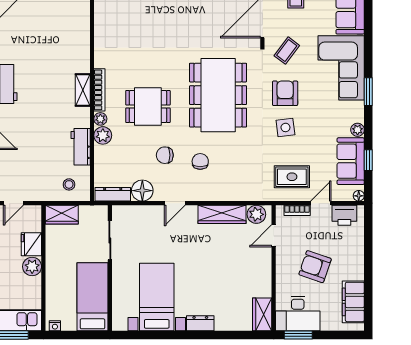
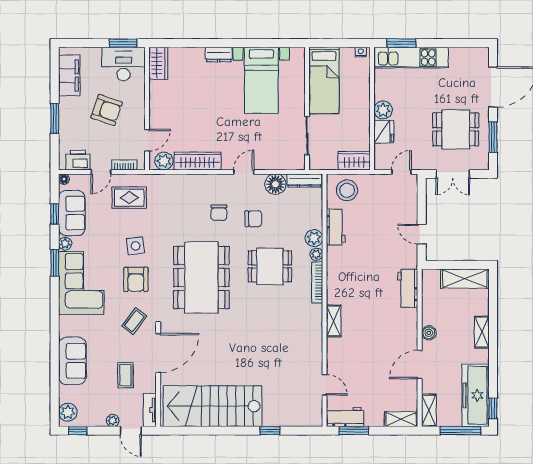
corner sofa: (341, 68) -> (81, 283), moved
shelving: (83, 90) -> (334, 321), moved
window: (368, 92) -> (55, 263), moved
stool: (69, 184) -> (347, 190), width x1.89, depth x1.89
window: (368, 258) -> (55, 118), added

